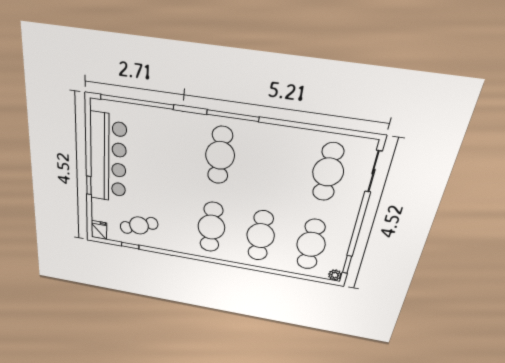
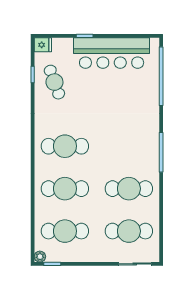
cafe table: (220, 155) -> (129, 189), moved

